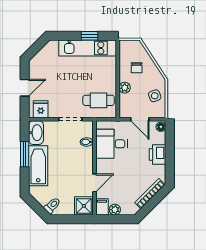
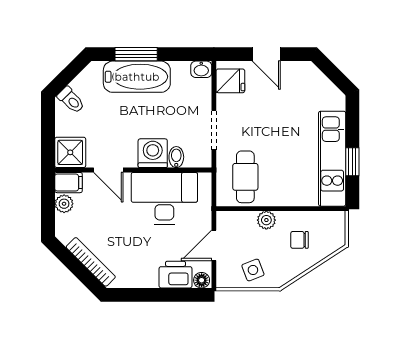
washbasin: (36, 133) -> (201, 69), width x0.52, depth x0.69
desk: (111, 144) -> (164, 198), width x1.37
window: (25, 154) -> (136, 54), moved
printer: (158, 155) -> (176, 275), moved
washing machine: (84, 156) -> (153, 153), added

